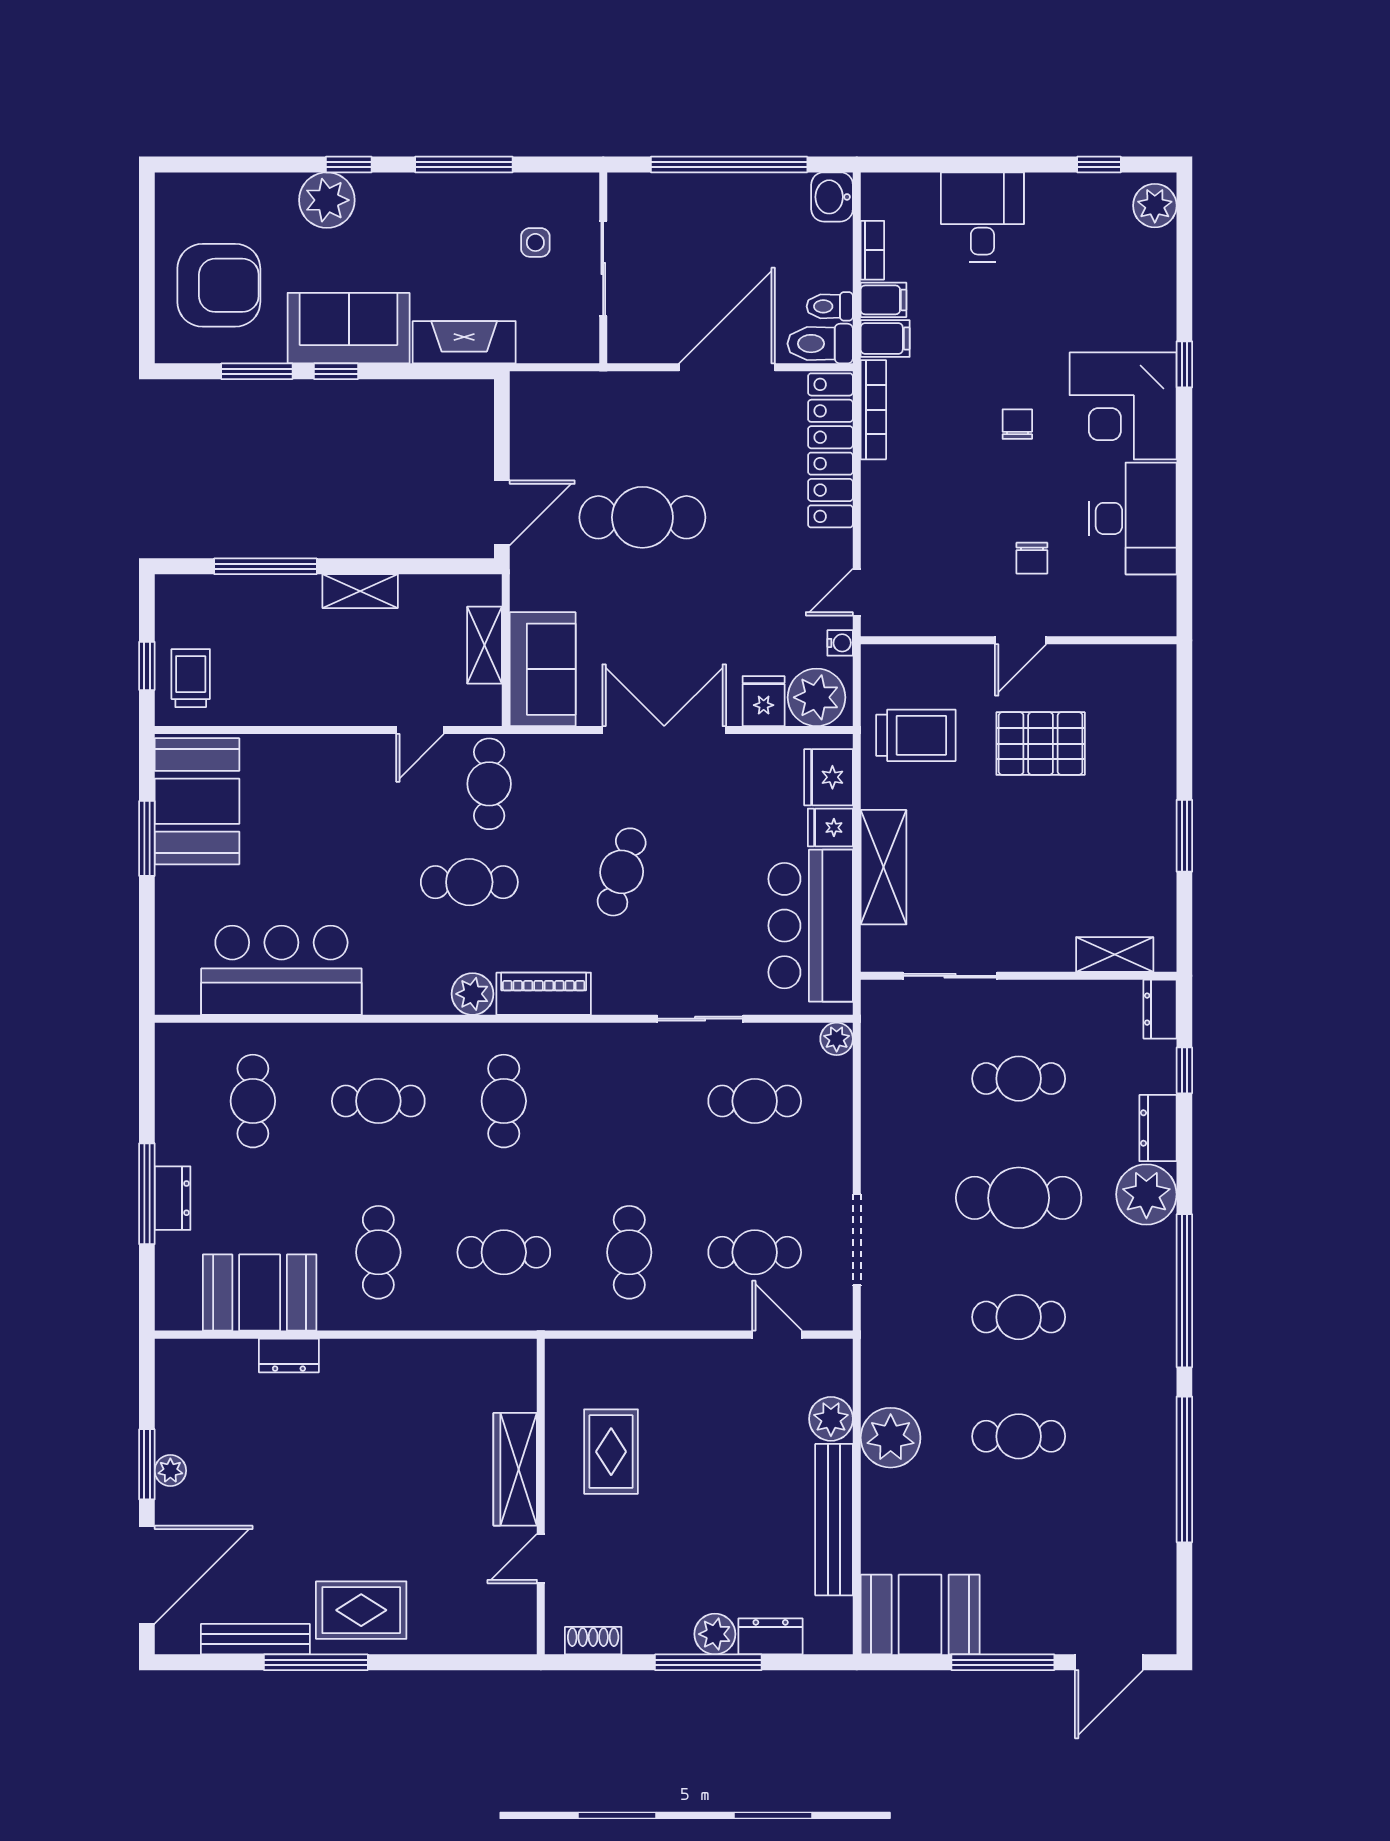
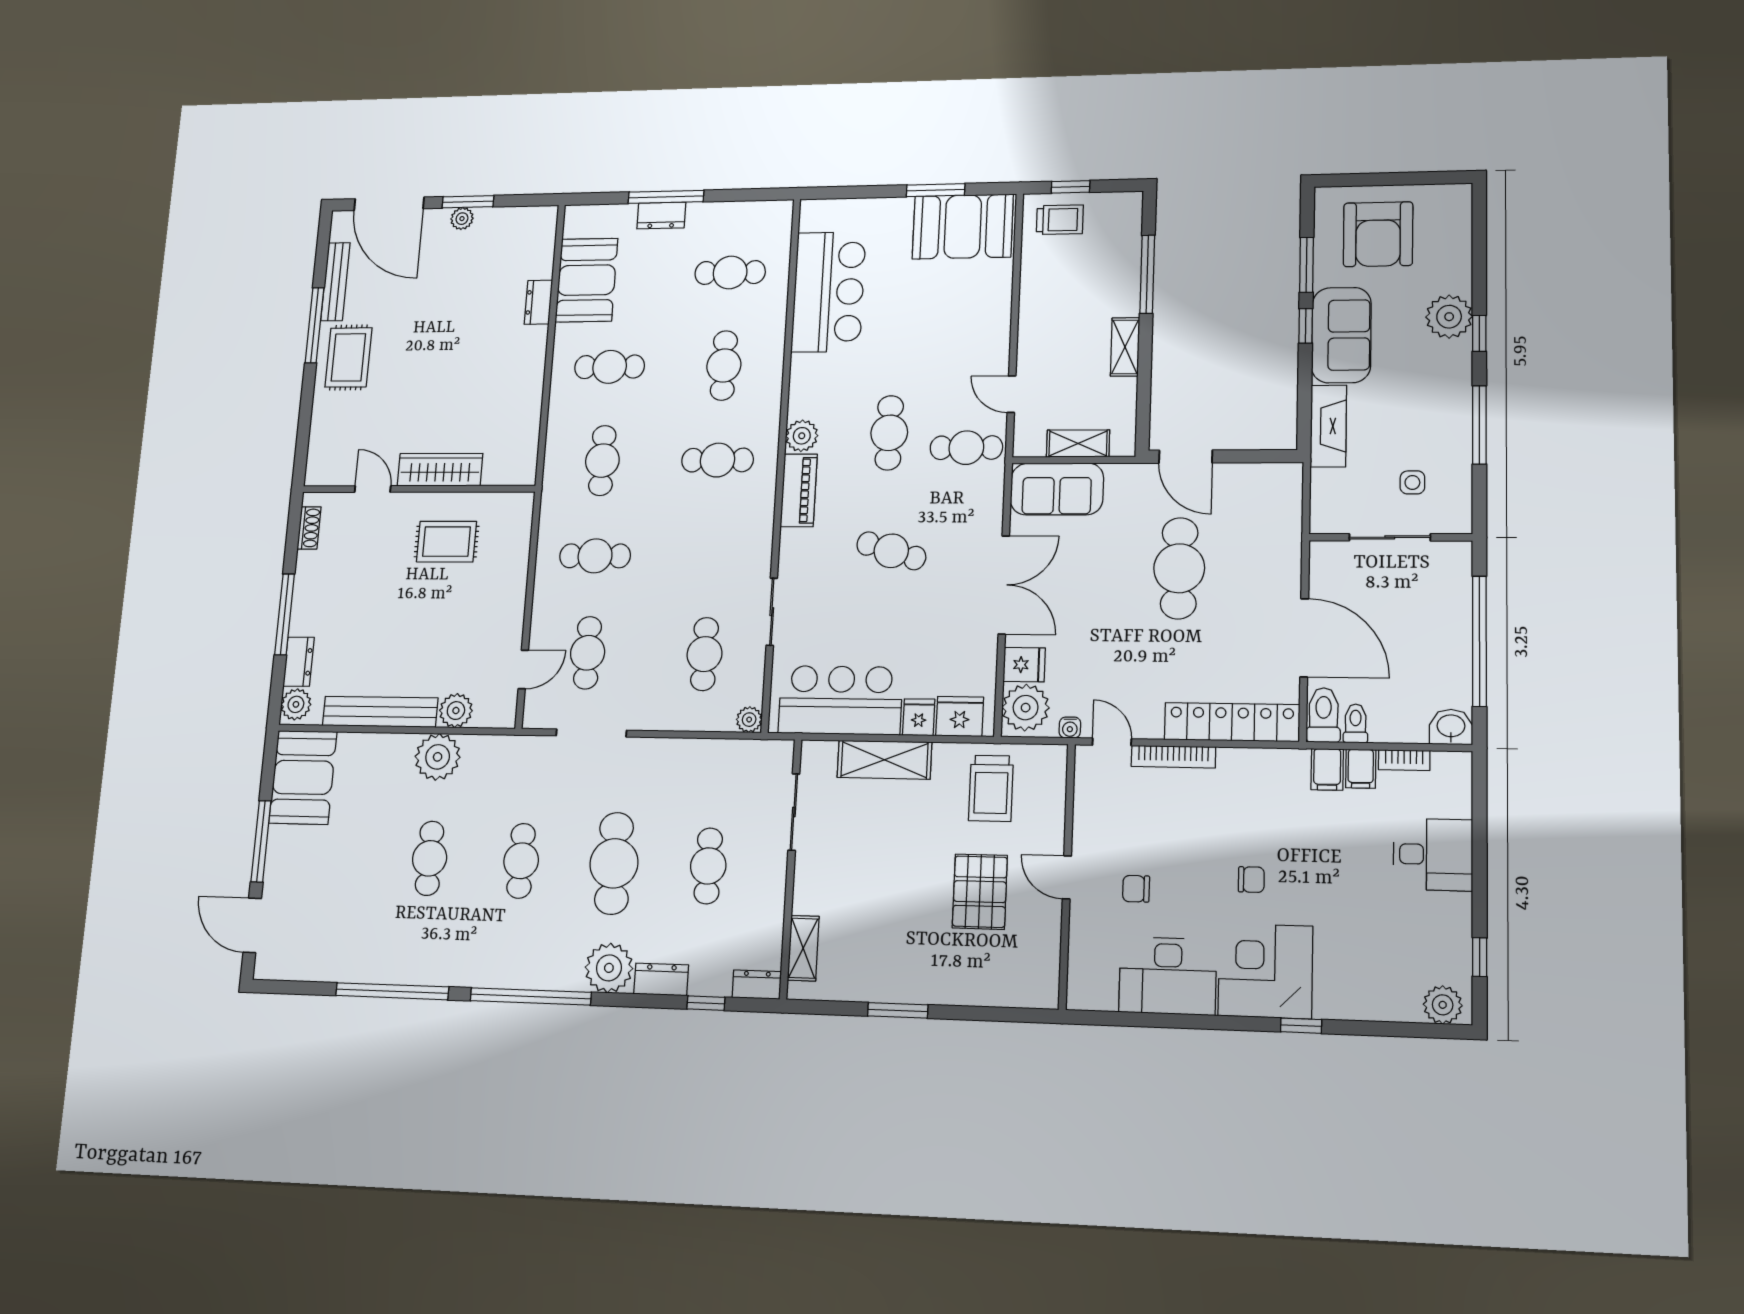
bookcase: (873, 410) -> (1173, 757), moved
plant: (715, 1634) -> (296, 704), moved

